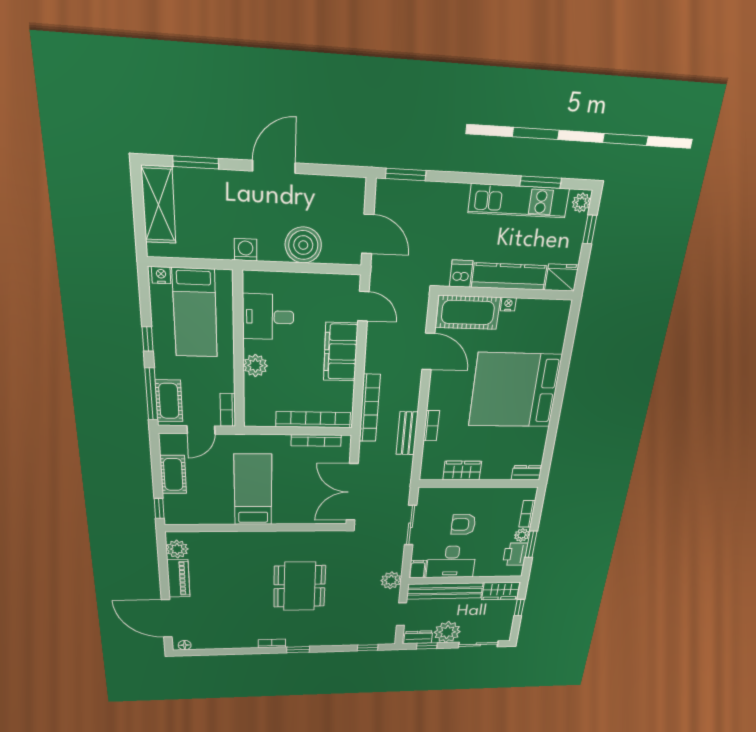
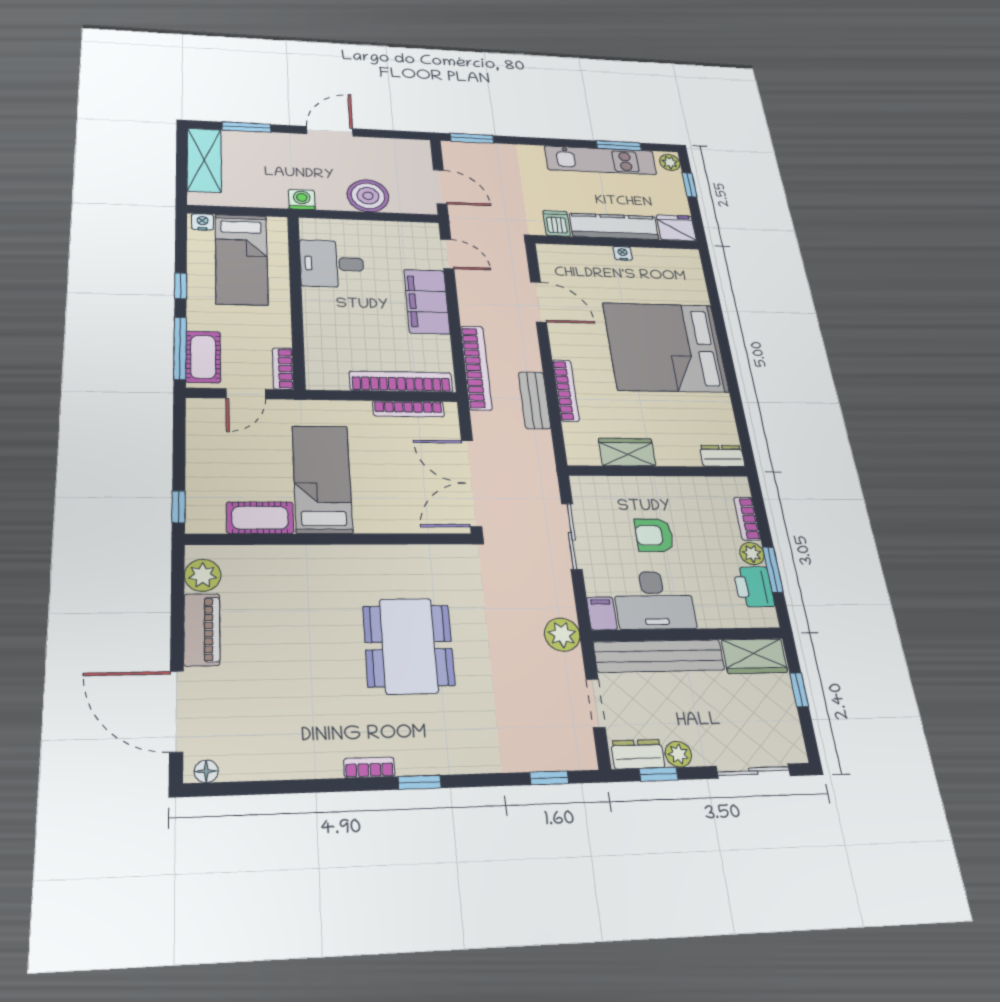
cot: (468, 312) -> (576, 261), removed
plant: (255, 365) -> (318, 316), removed
bookcase: (431, 426) -> (566, 390), width x1.56
cot: (173, 475) -> (260, 518), moved, turned 90
plant: (447, 632) -> (678, 754), width x0.53, depth x0.53

